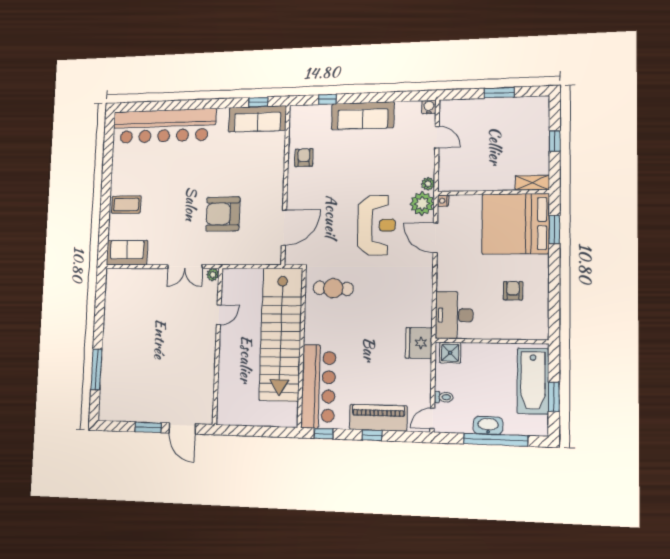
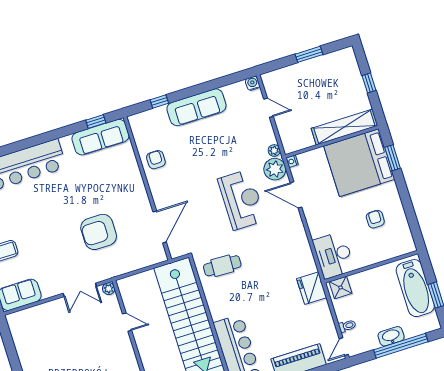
shelving: (532, 183) -> (344, 127), width x2.20, depth x1.33
door: (219, 315) -> (127, 322), hinge flipped

